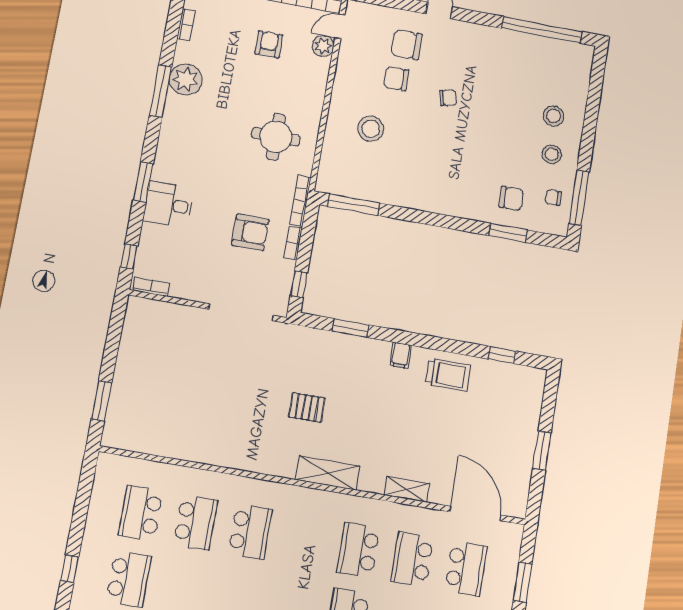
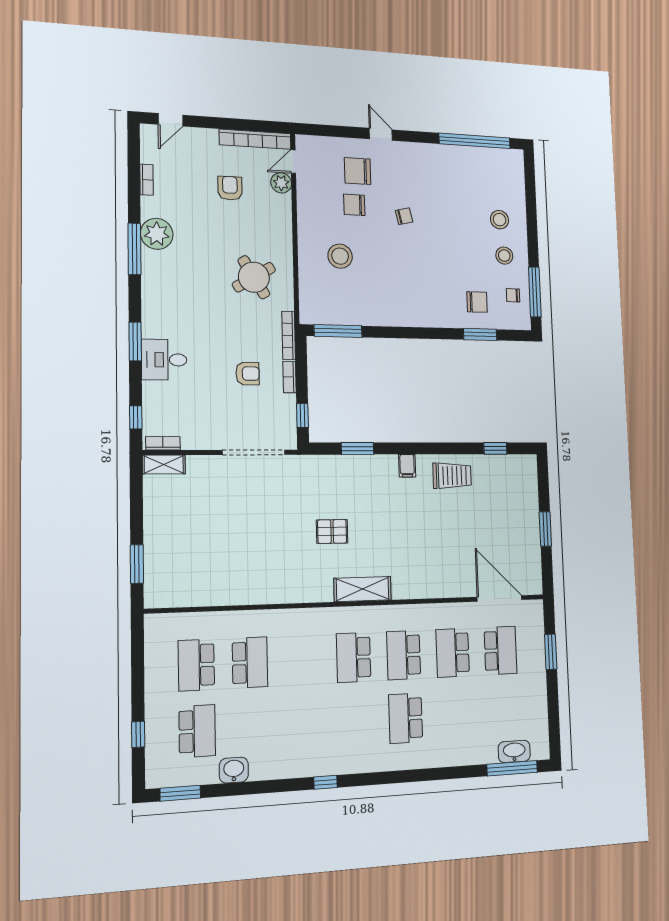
round table: (276, 137) -> (254, 277), turned -31
armchair: (250, 232) -> (248, 374), width x0.72, depth x0.72
shelving: (407, 489) -> (164, 464), moved
school desk: (250, 532) -> (354, 657), moved, turned 180

